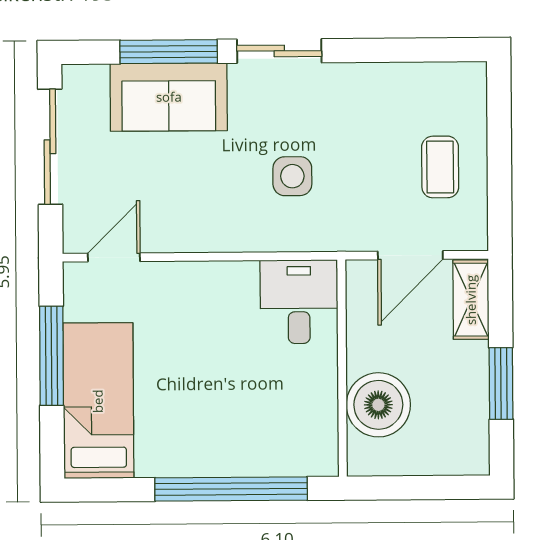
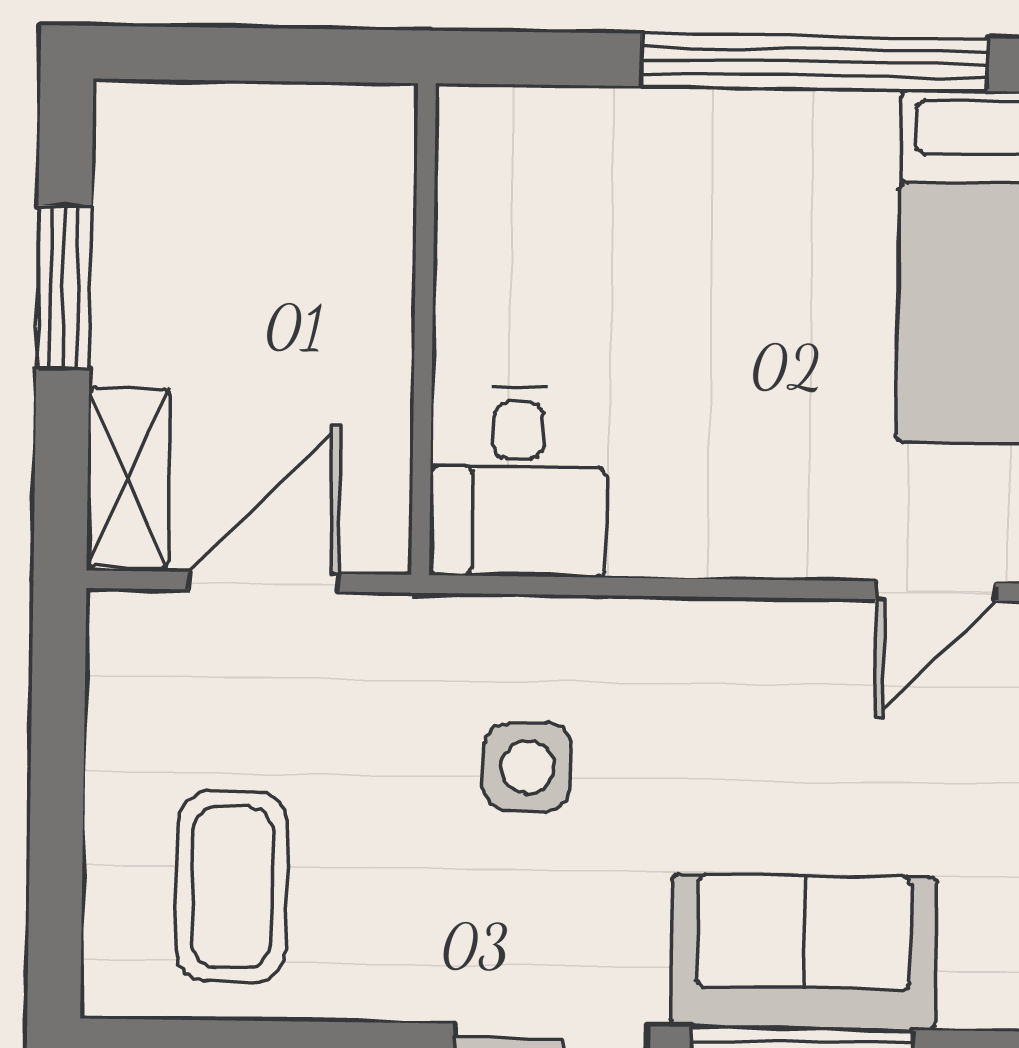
coffee table: (440, 167) -> (232, 887), moved, width x1.36, depth x1.30
boiler: (378, 405) -> (343, 244), removed
window: (231, 489) -> (814, 62), moved

